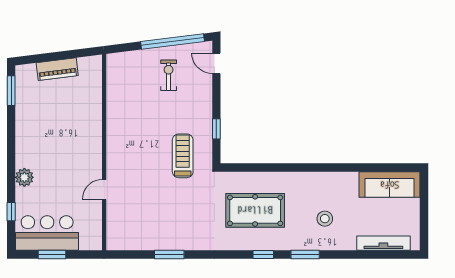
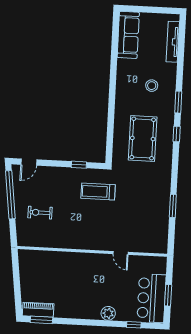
piano: (57, 69) -> (38, 310), moved, turned -83
exercise bike: (169, 75) -> (40, 213), moved

